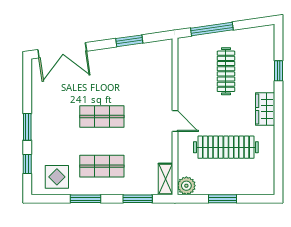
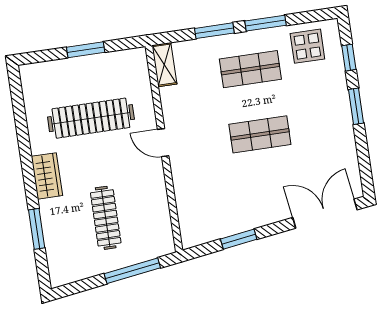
window: (279, 71) -> (37, 229), width x1.50
plant: (186, 186) -> (135, 60), removed
window: (138, 199) -> (214, 31), moved

